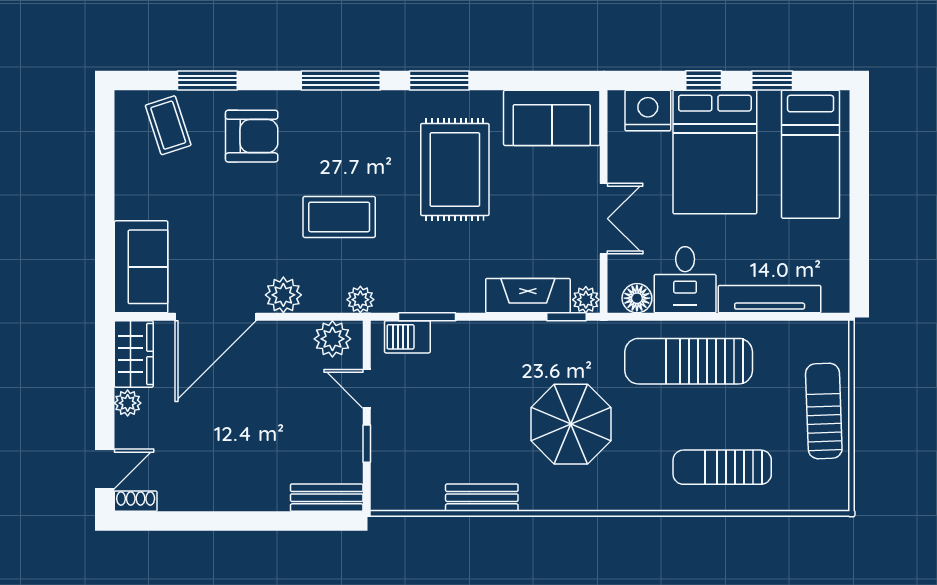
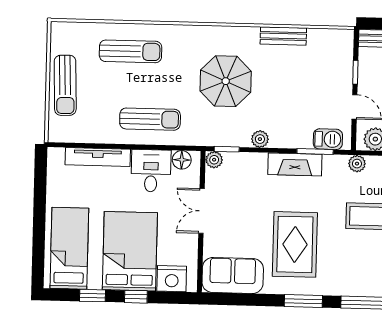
fireplace: (528, 296) -> (295, 164), moved
plant: (514, 334) -> (260, 139), added
sun lounger: (689, 361) -> (150, 119), width x0.73, depth x0.75

